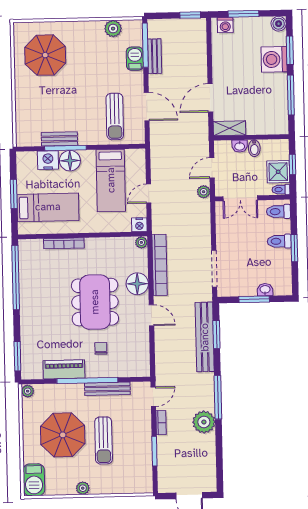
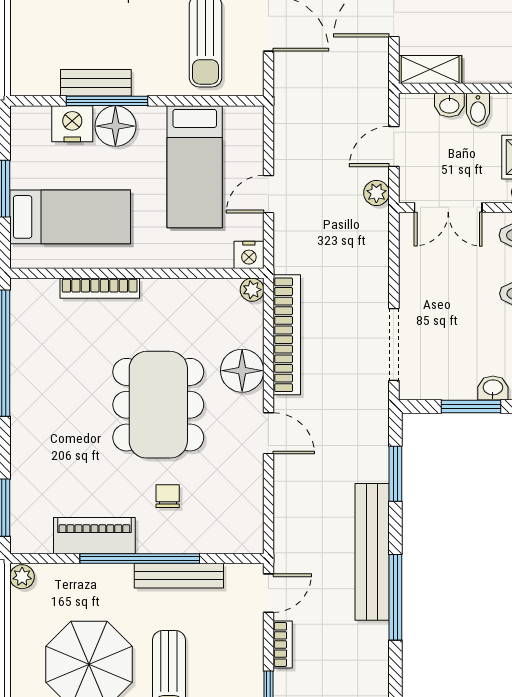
bench: (205, 337) -> (372, 552), moved
plant: (204, 422) -> (367, 645), removed

